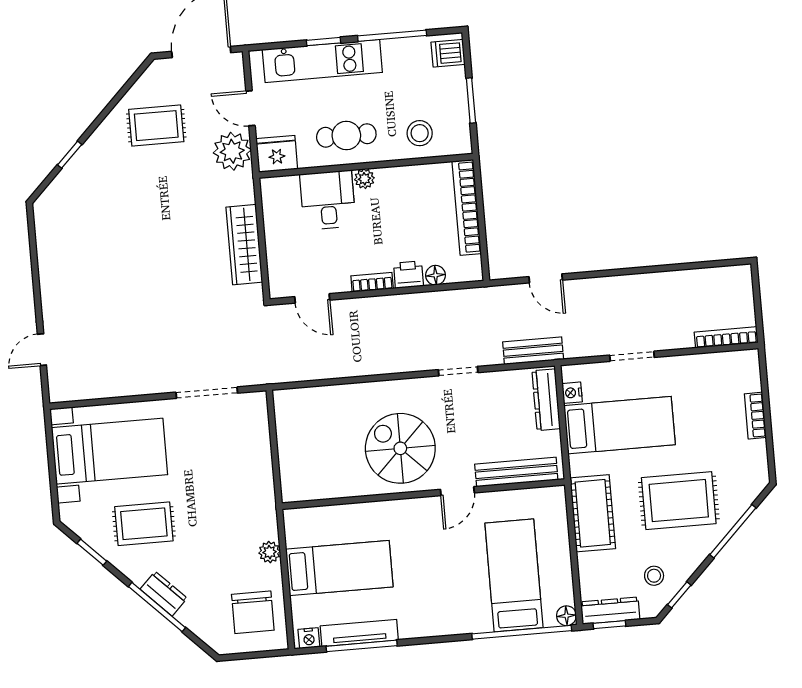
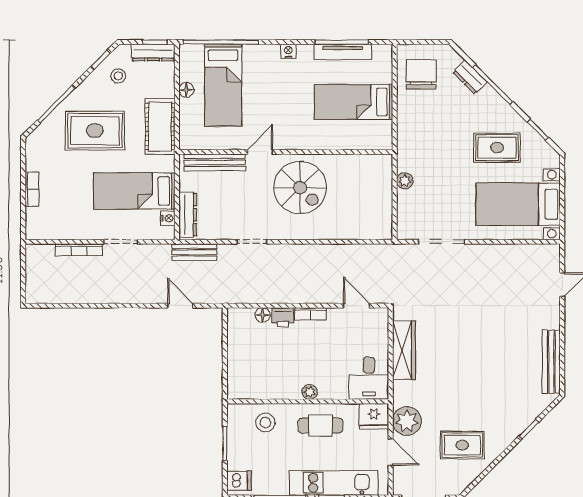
desk: (328, 200) -> (369, 378), moved
bookcase: (467, 207) -> (235, 364), removed
bench: (48, 246) -> (551, 362), added
bookcase: (726, 337) -> (79, 250), moved
plant: (270, 552) -> (405, 181), moved
dresser: (164, 594) -> (470, 77), moved
floor lamp: (566, 616) -> (186, 90), moved
nightstand: (309, 638) -> (288, 51), moved

